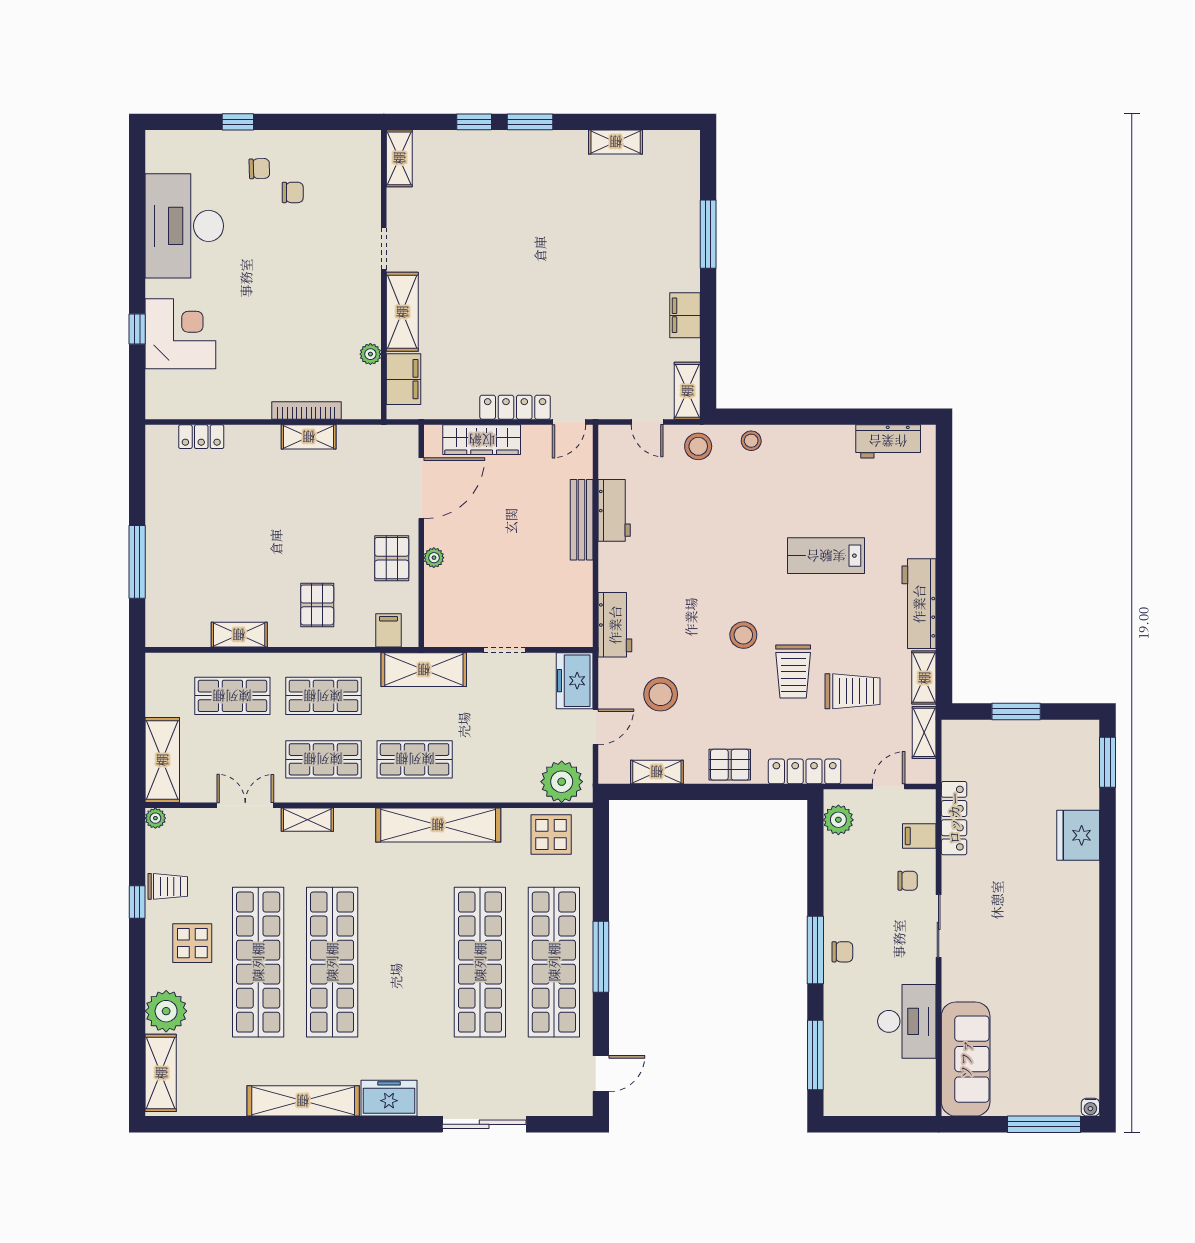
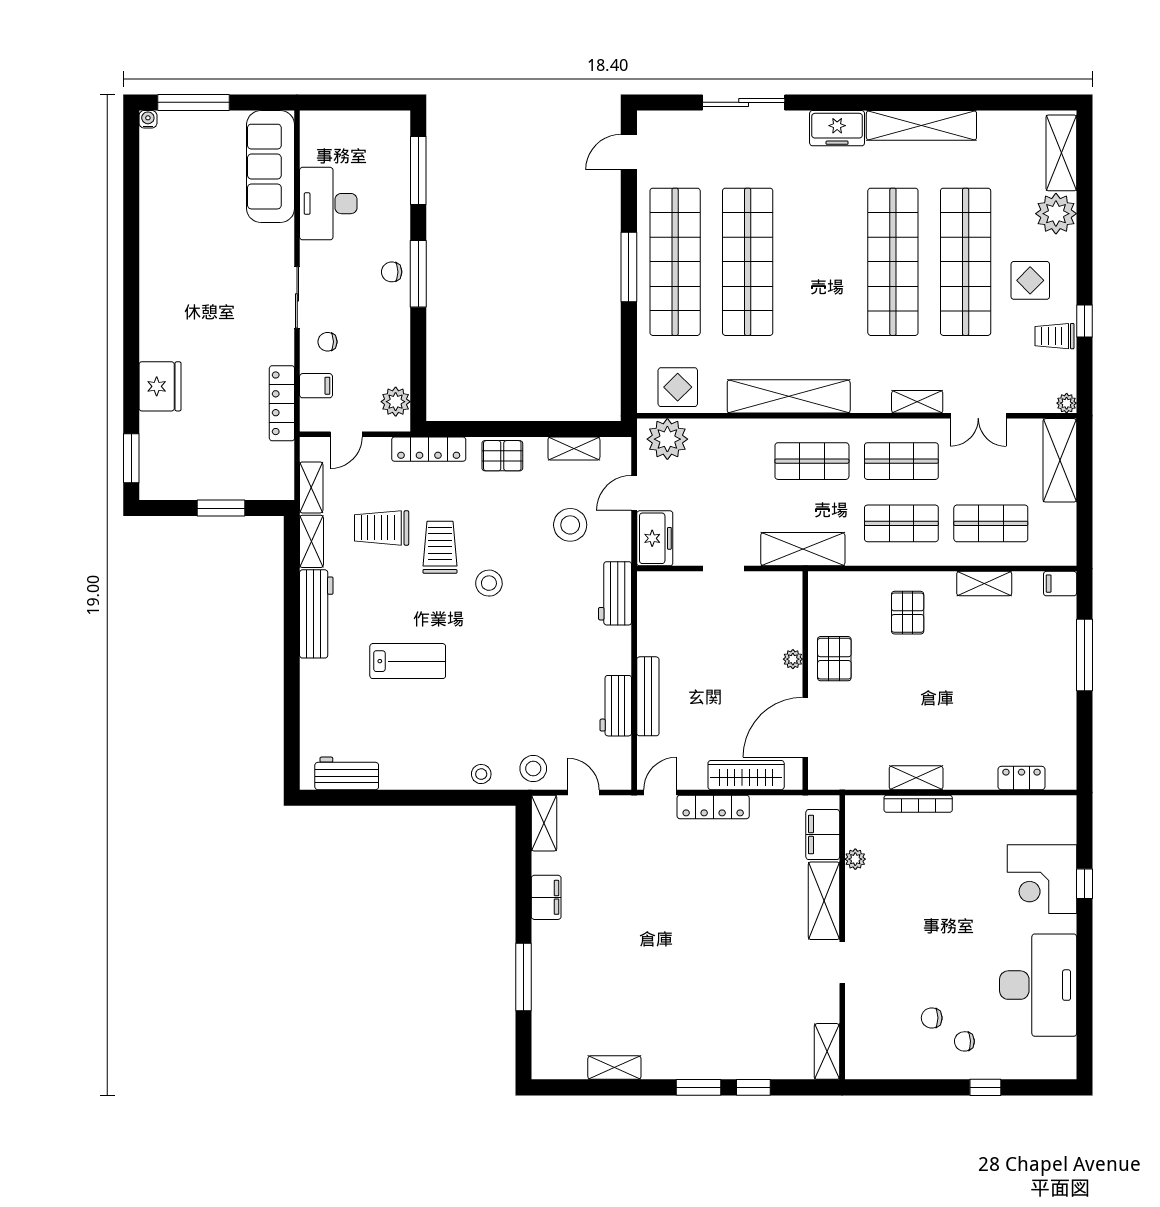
filing cabinet: (389, 630) -> (1060, 584), moved, turned 90

